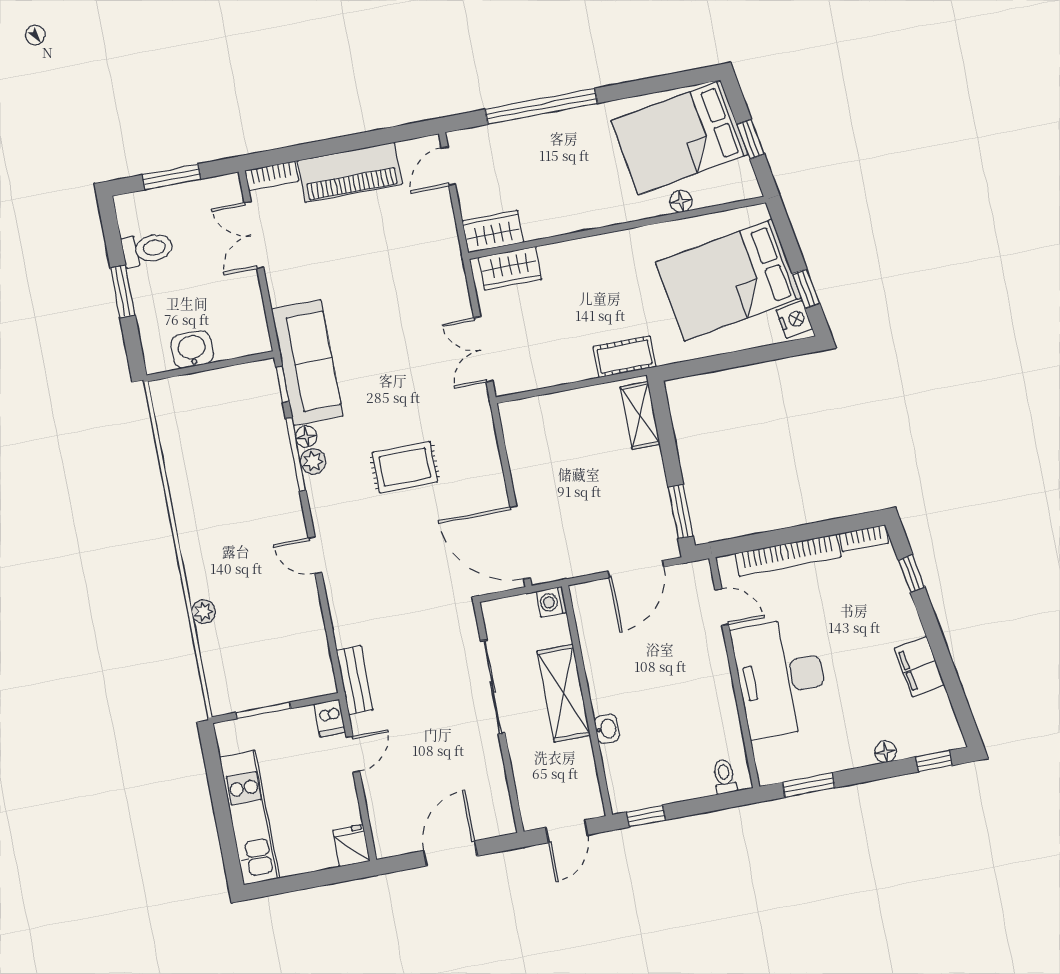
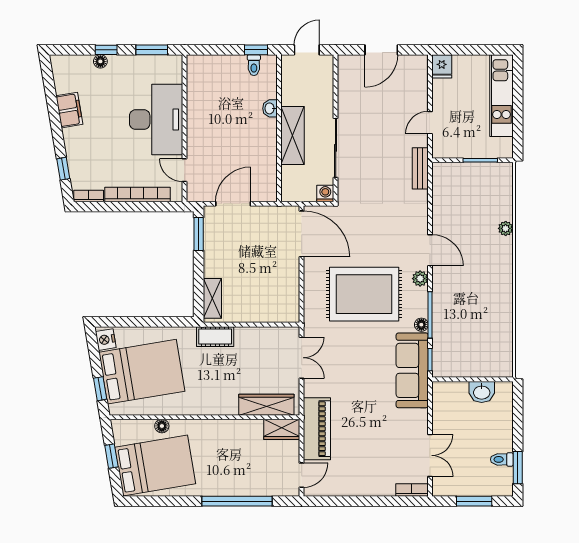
piano: (350, 172) -> (317, 429), moved, turned 90
toilet: (147, 249) -> (502, 459), width x0.73, depth x0.72
wardrobe: (510, 268) -> (266, 405), width x1.50
window: (806, 289) -> (100, 389), moved
window: (123, 291) -> (518, 468), moved
plant: (313, 461) -> (420, 279), moved
rug: (405, 467) -> (364, 294), width x1.86, depth x2.06
door: (315, 555) -> (430, 250), width x1.38
washing machine: (552, 602) -> (325, 194), moved, turned -90
dishwasher: (330, 718) -> (440, 148), removed
window: (934, 761) -> (106, 50), moved
toilet: (724, 776) -> (254, 65), moved

